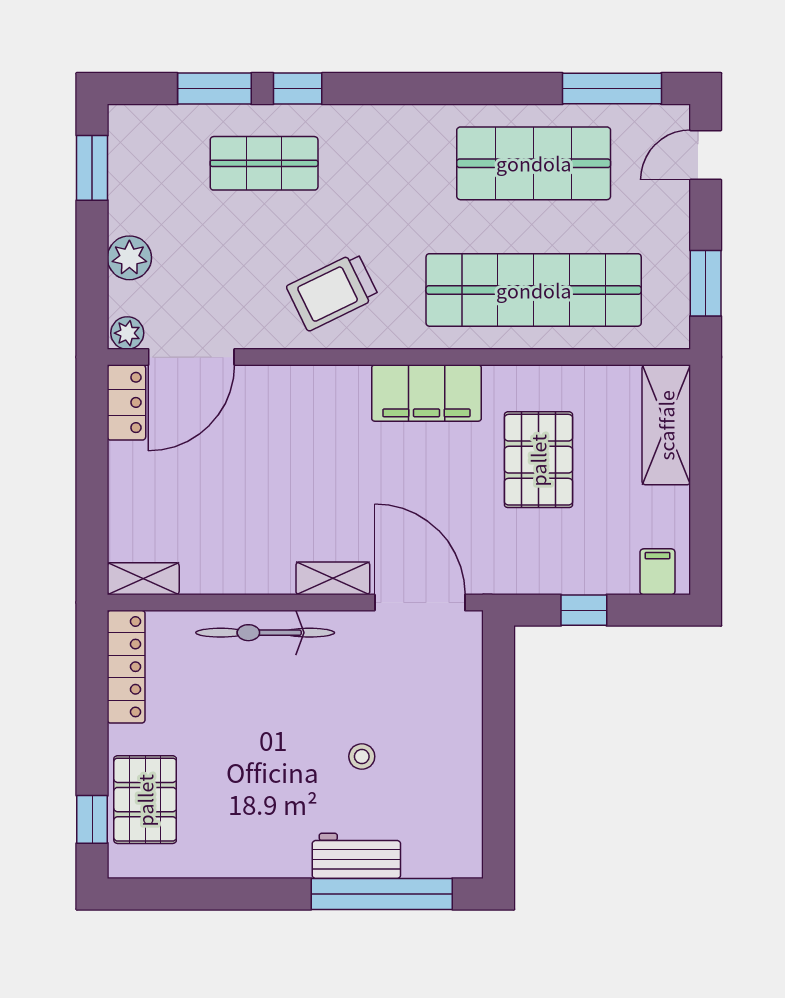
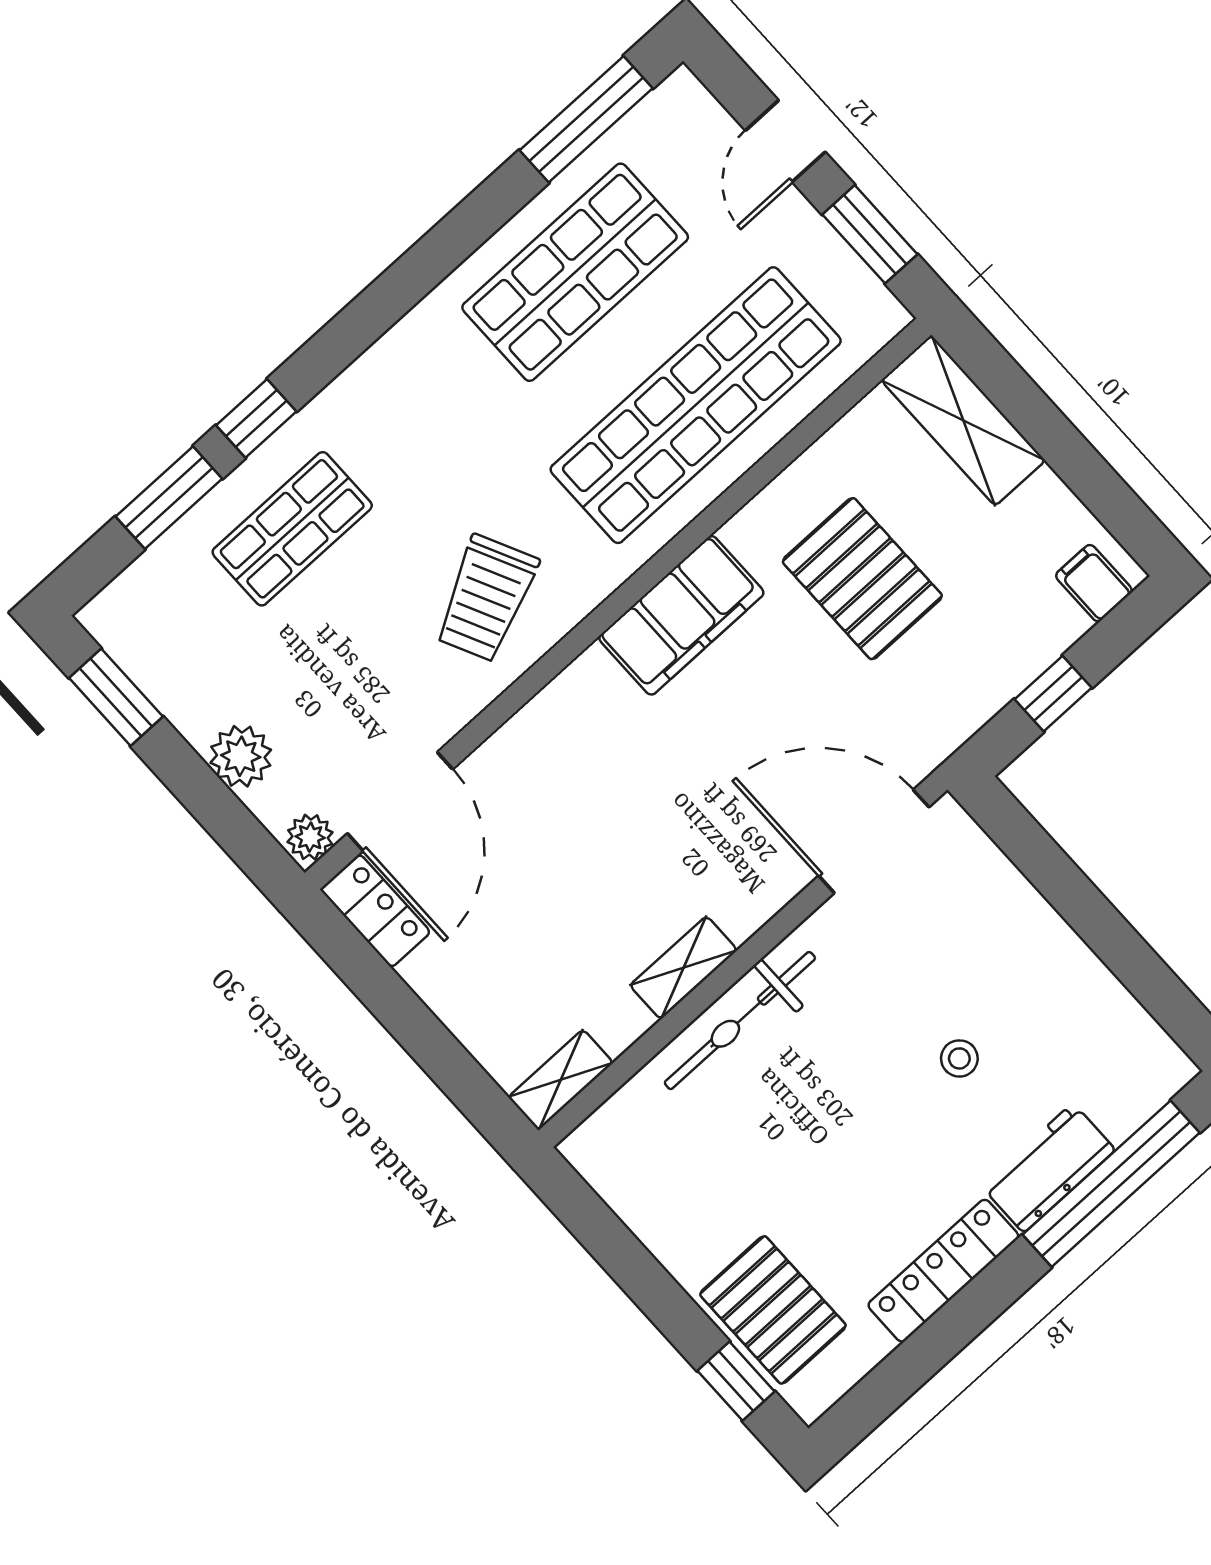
door: (706, 155) -> (785, 141), moved
shelving: (333, 578) -> (684, 968), moved
locker: (126, 667) -> (943, 1271), moved, turned -90

